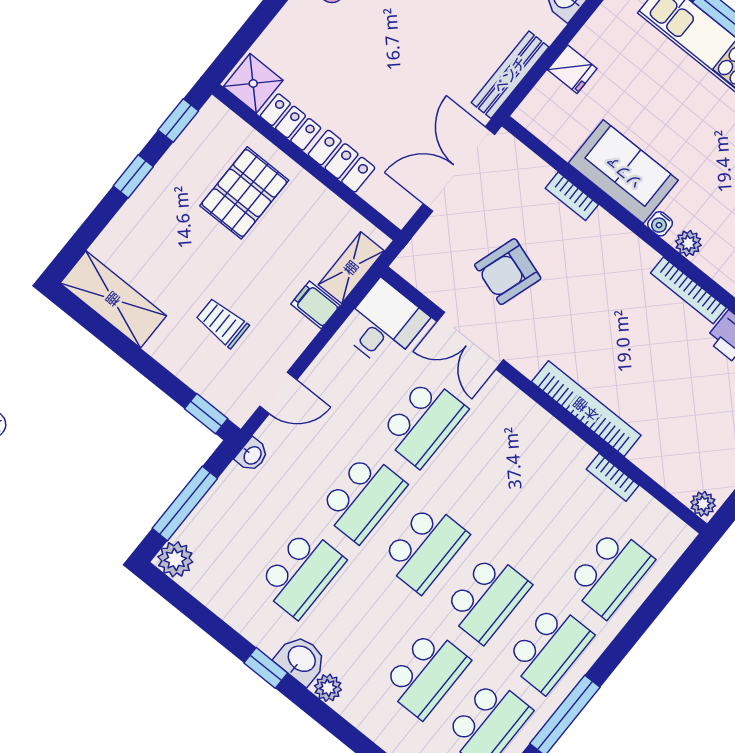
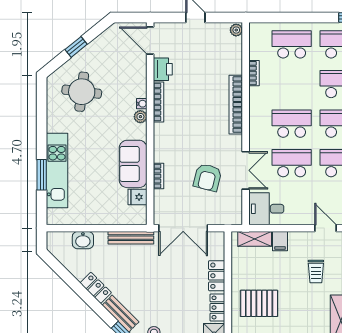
fridge: (572, 69) -> (137, 197), moved, turned -90
water cooler: (660, 224) -> (142, 104), moved
armchair: (508, 272) -> (207, 177), turned 86
school desk: (485, 472) -> (292, 124), added

